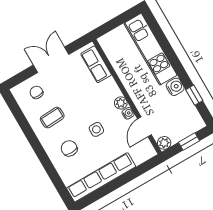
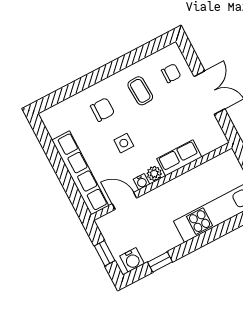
row of seats: (96, 64) -> (179, 158), moved
water cooler: (175, 87) -> (132, 260), moved
plant: (164, 143) -> (104, 223), removed
row of seats: (101, 177) -> (80, 173), moved

